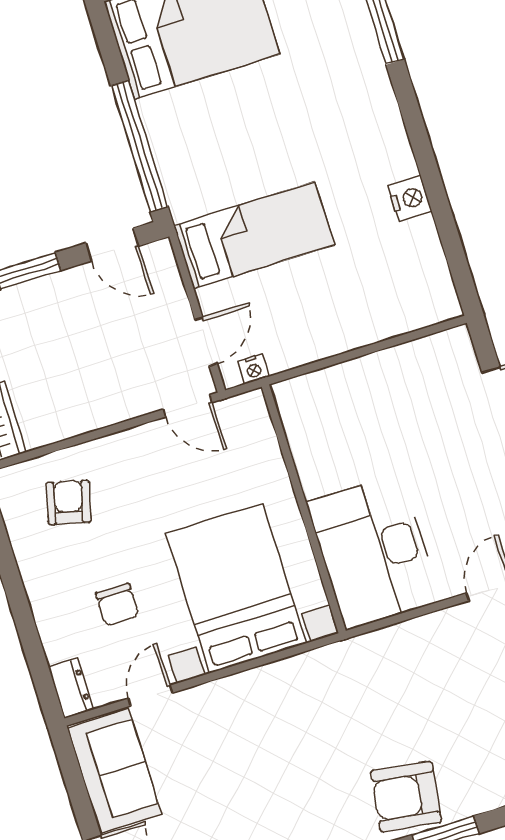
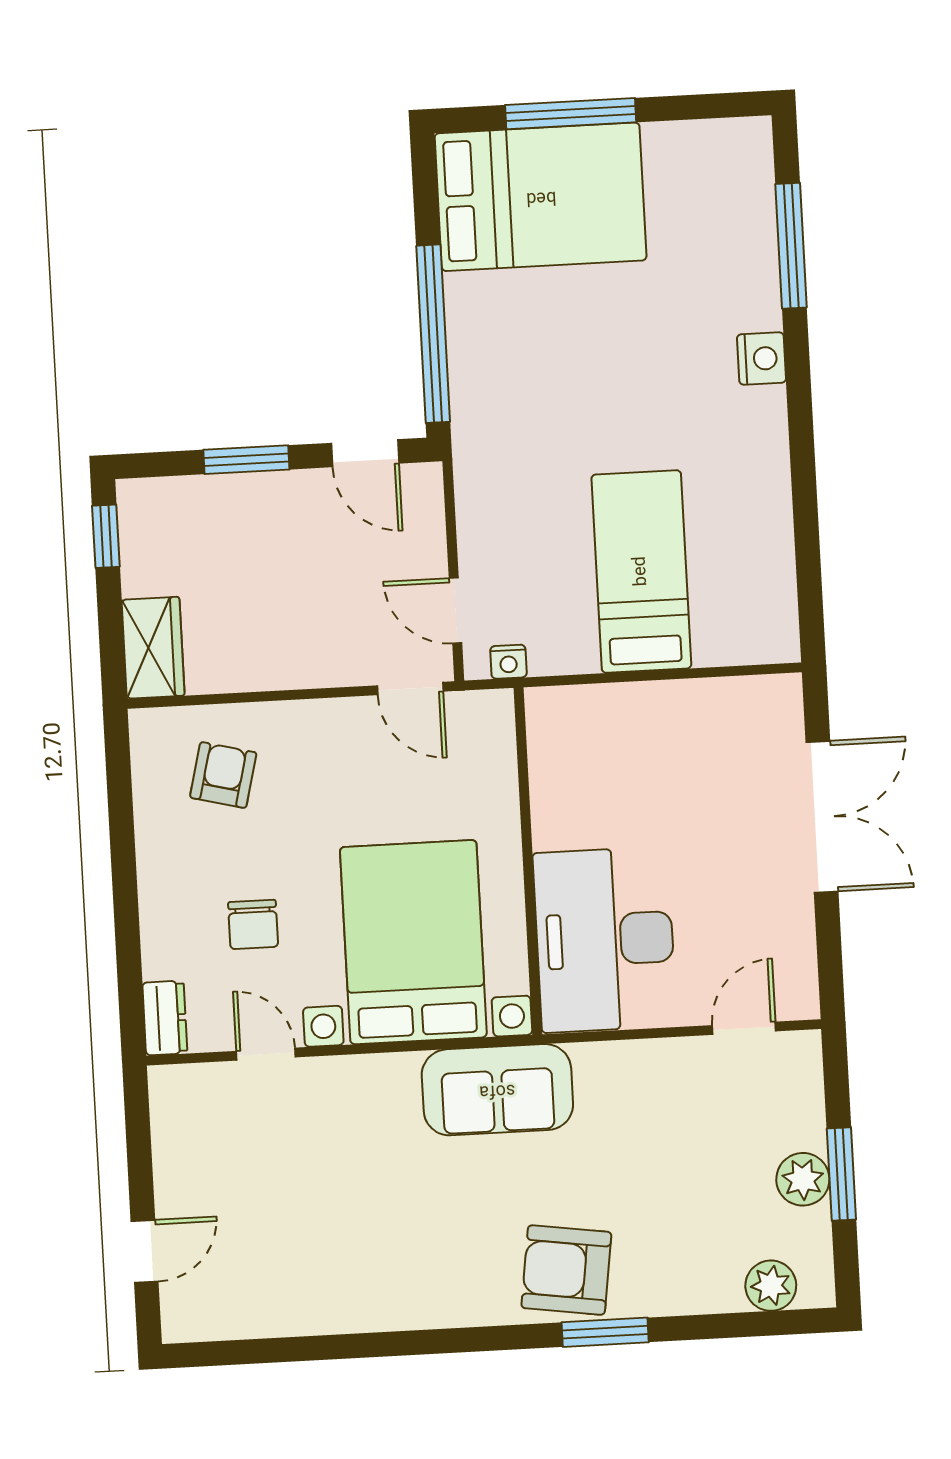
nightstand: (410, 199) -> (762, 358), moved
bed: (254, 235) -> (641, 571), moved, turned -90
door: (206, 342) -> (455, 611), swing flipped
door: (150, 696) -> (266, 1054), hinge flipped
sofa: (114, 771) -> (497, 1090), moved, turned 90

